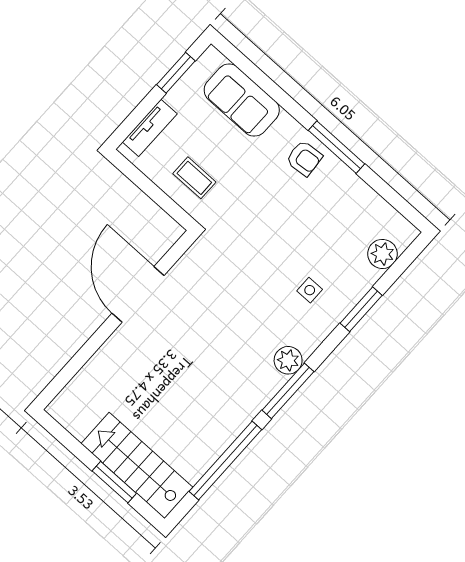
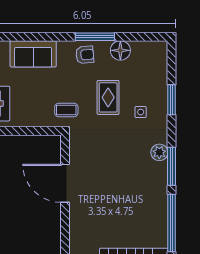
coffee table: (194, 178) -> (66, 110), moved
floor lamp: (353, 192) -> (120, 50), added
rug: (286, 236) -> (108, 97), added
plant: (382, 254) -> (159, 66), removed

